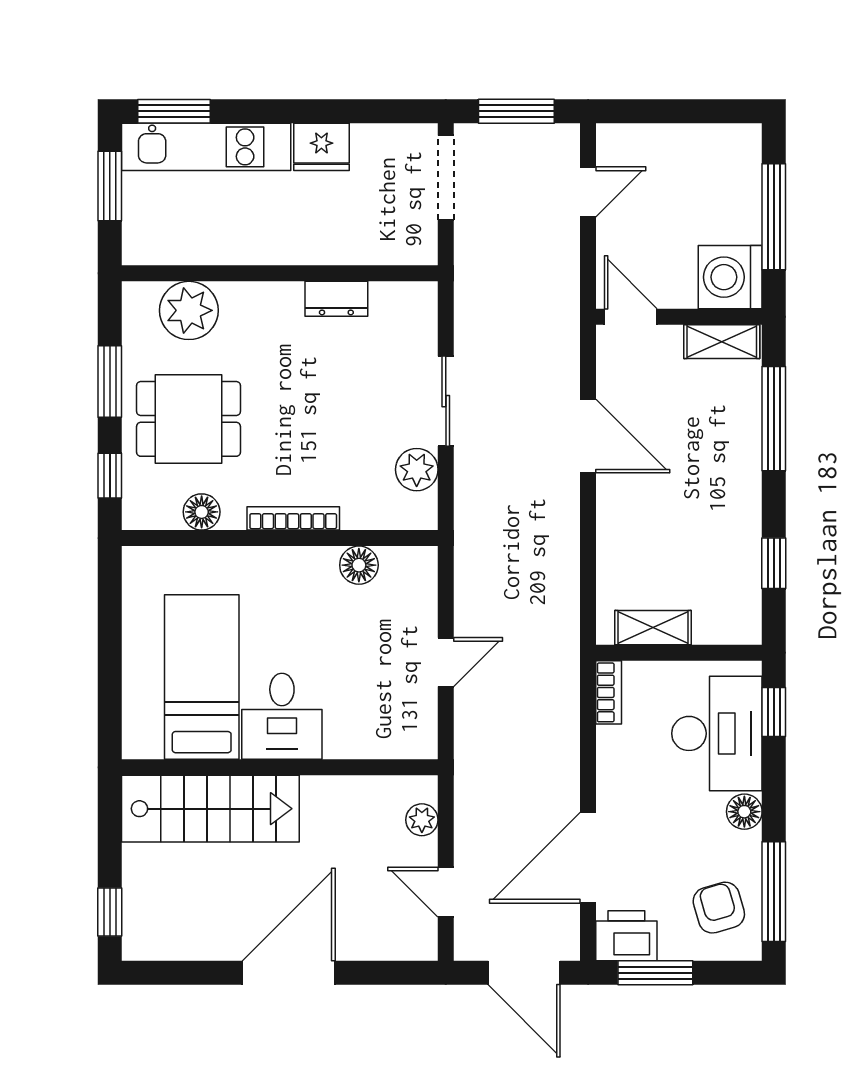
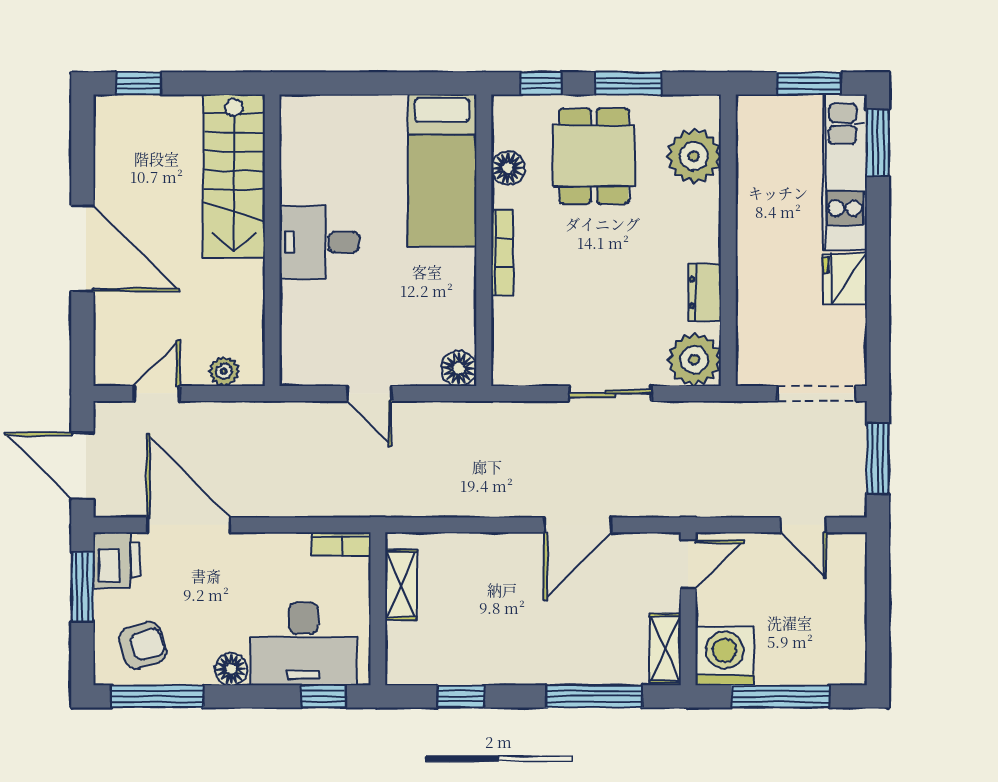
plant: (417, 470) -> (694, 359), moved, width x1.36, depth x1.36
floor lamp: (359, 565) -> (459, 369), moved
bed: (202, 677) -> (442, 170), moved, turned 90
door: (524, 973) -> (82, 466), hinge flipped

